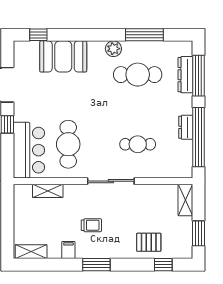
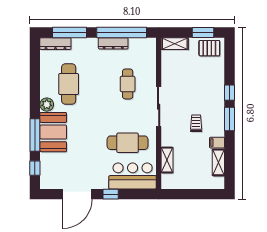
window: (144, 35) -> (35, 135), moved
booth: (63, 56) -> (53, 132), moved
dresser: (185, 75) -> (55, 44), moved
dresser: (186, 127) -> (113, 43), width x1.44
pallet: (149, 242) -> (209, 48), moved, turned 90
shelving: (31, 252) -> (218, 162), moved
window: (163, 265) -> (229, 93), moved

